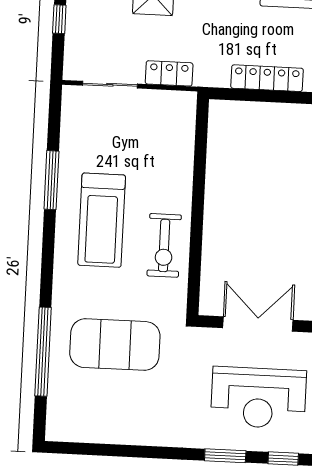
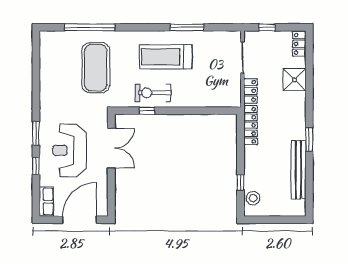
window: (59, 19) -> (267, 27), moved
locker: (267, 78) -> (251, 125), moved
window: (195, 258) -> (147, 111), added

